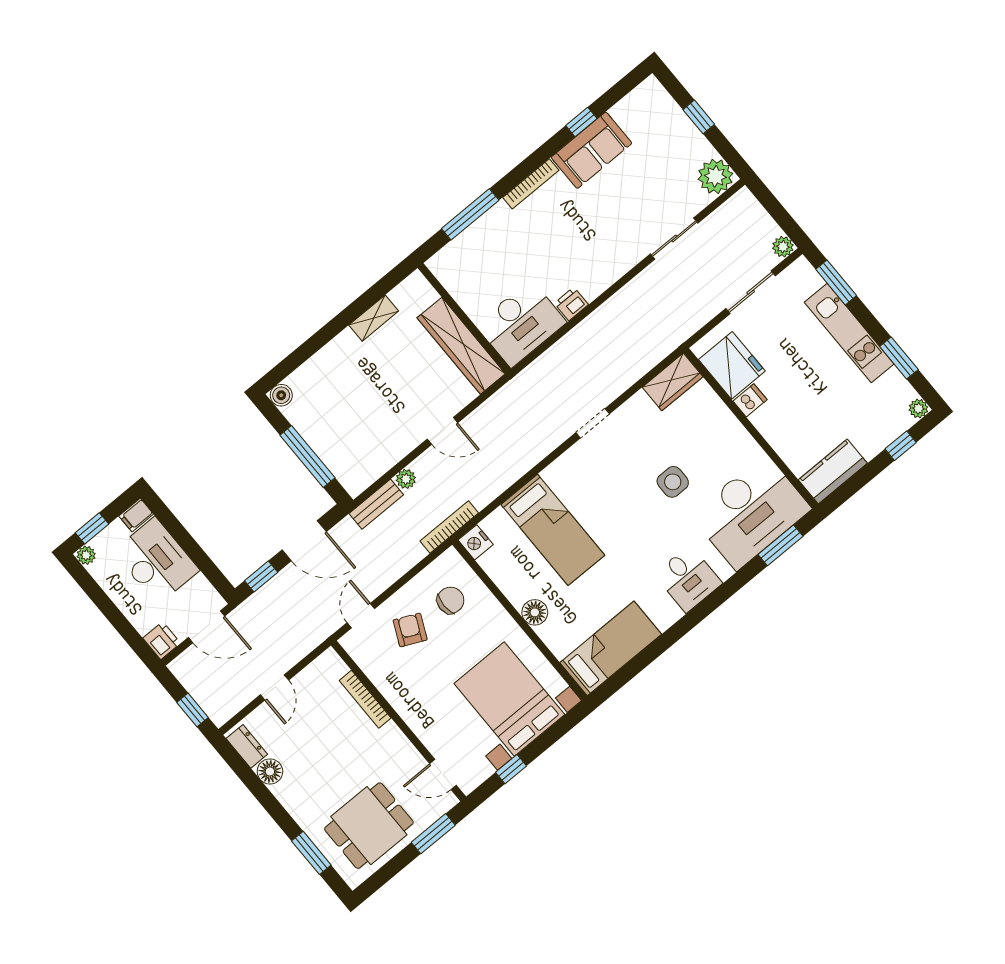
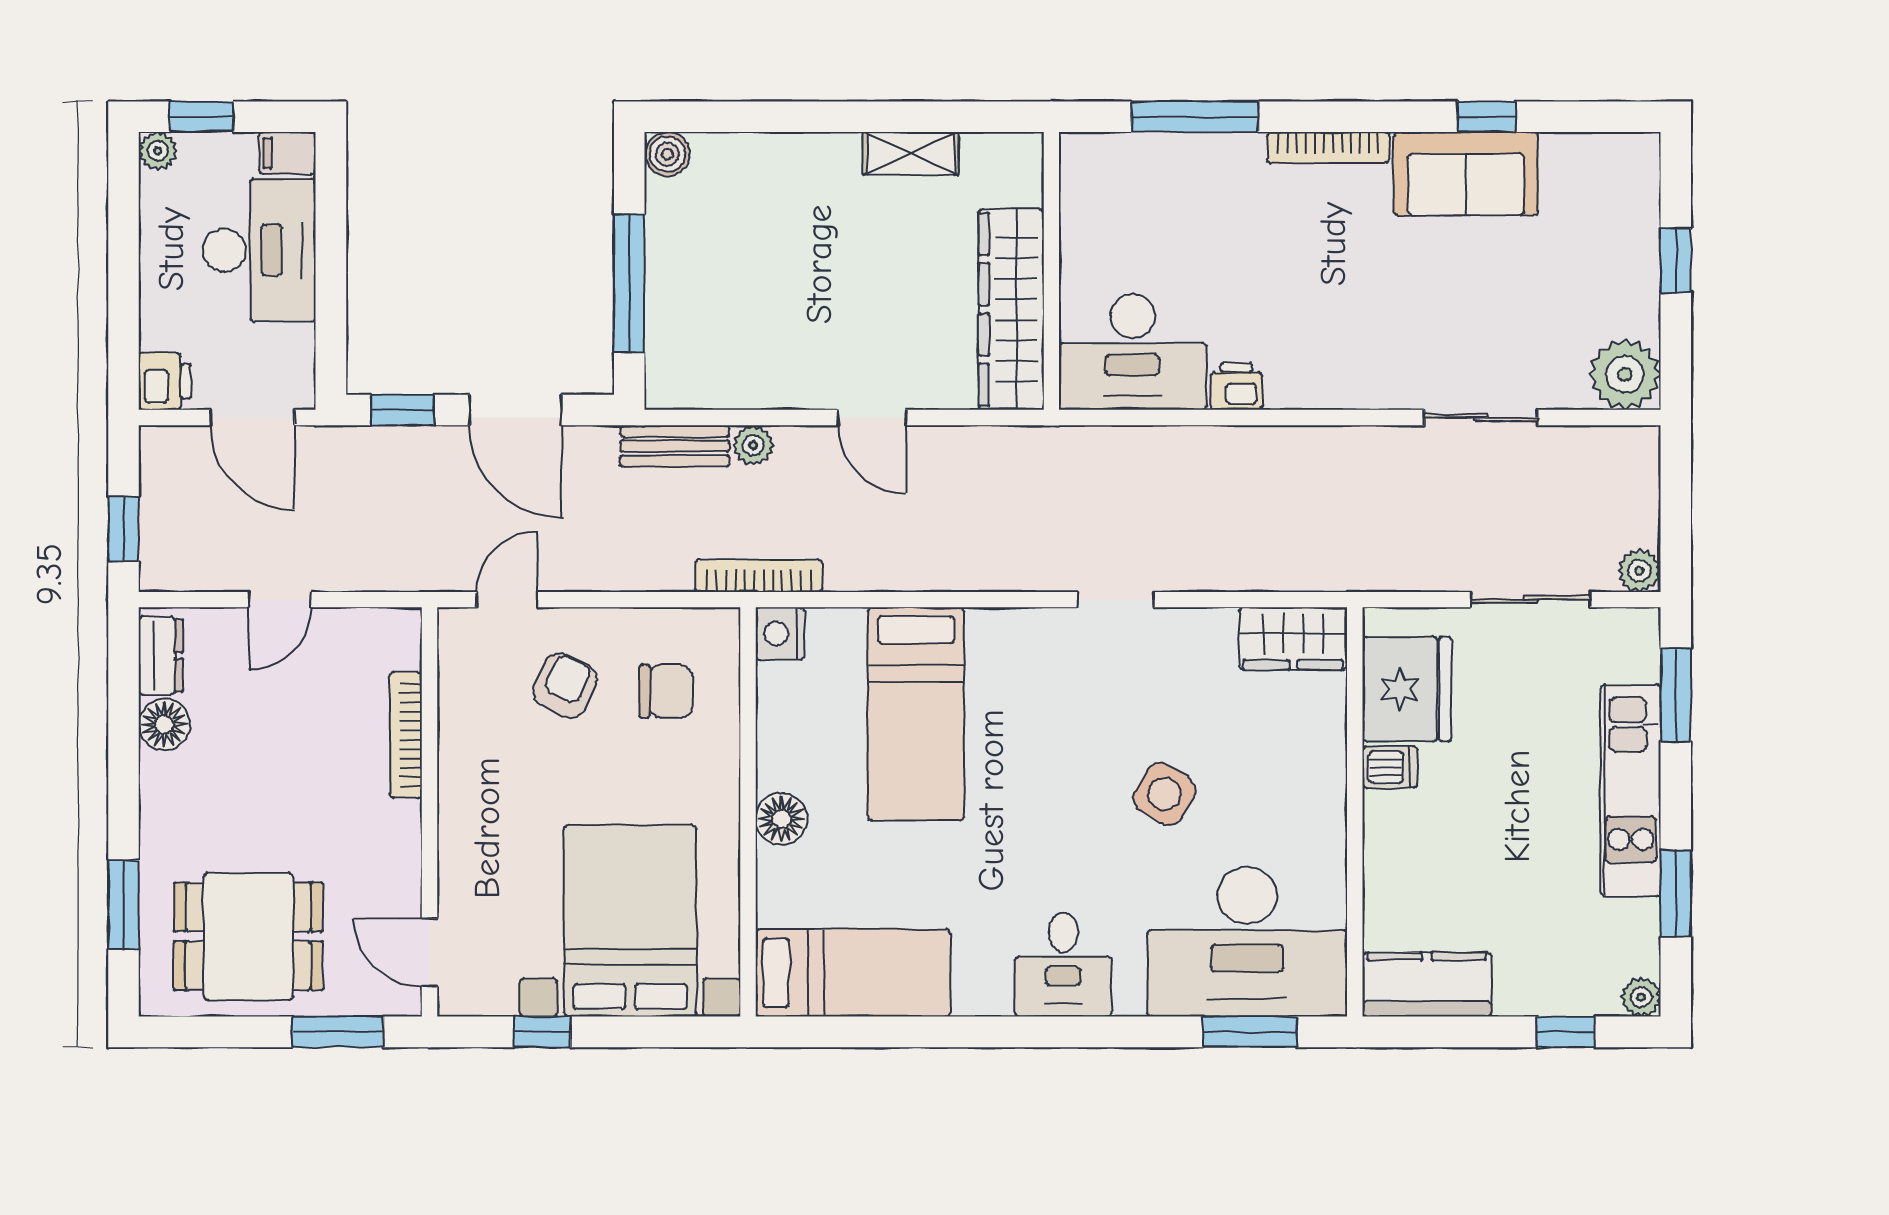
side table: (673, 482) -> (1164, 794), turned 30

